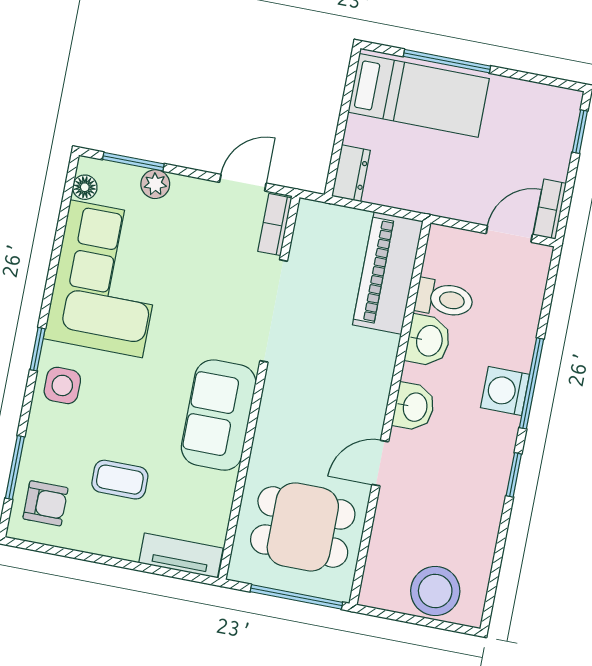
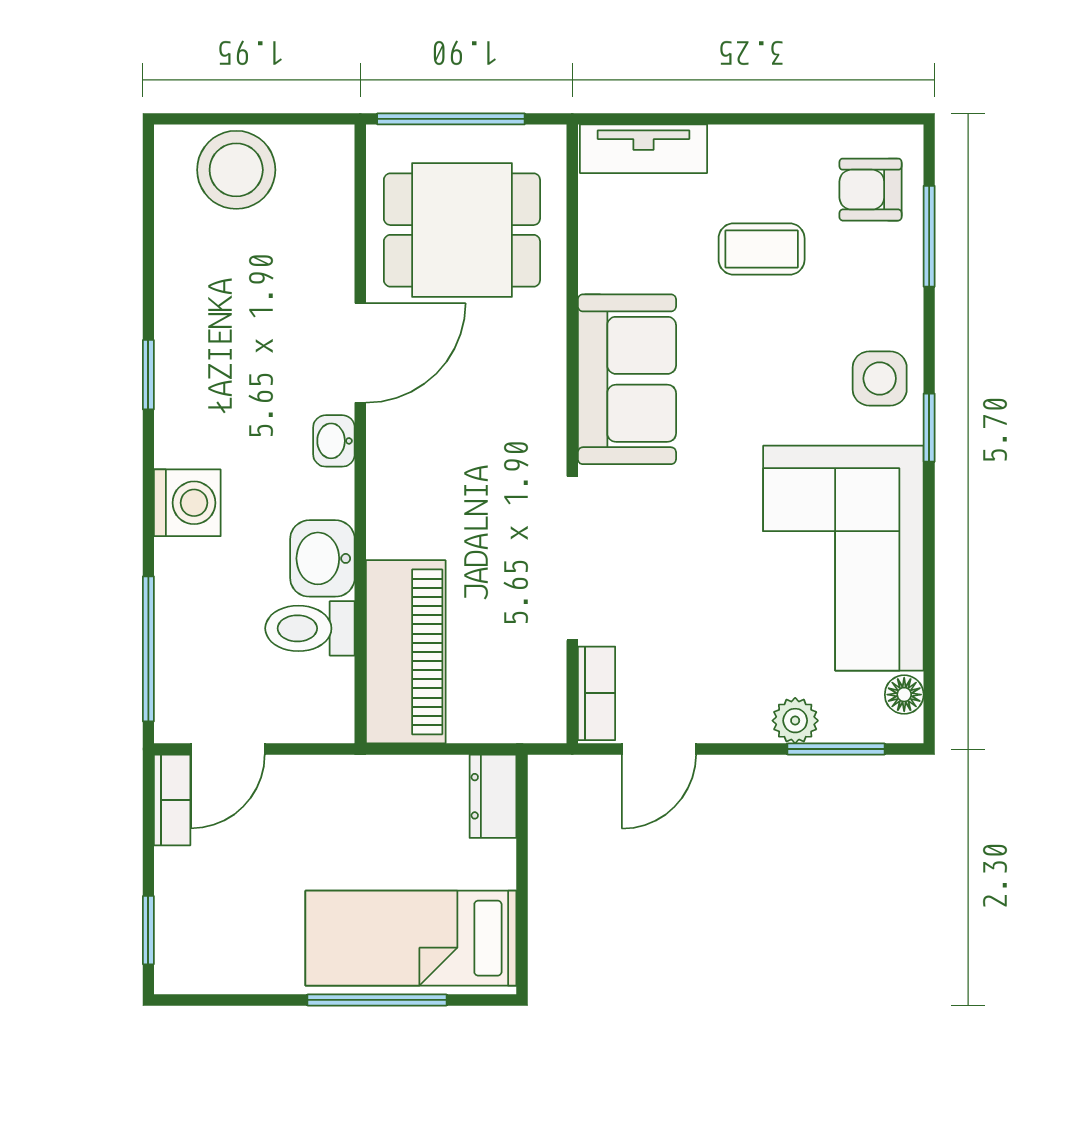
window: (531, 383) -> (148, 649), moved
washbasin: (414, 407) -> (334, 441), width x0.72, depth x0.69
door: (380, 463) -> (360, 353), width x1.37

